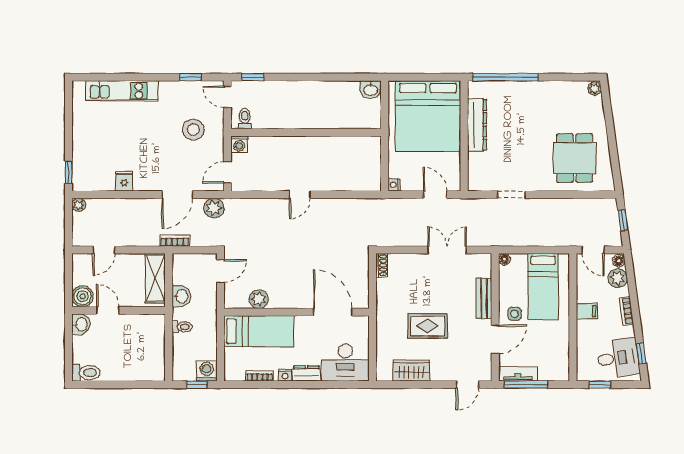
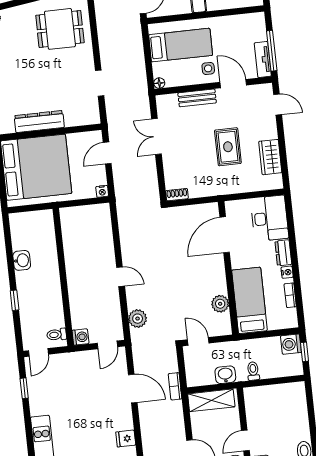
window: (253, 77) -> (15, 300), moved
washbasin: (371, 90) -> (22, 260), moved
stool: (193, 130) -> (72, 380), removed
door: (227, 172) -> (107, 345), hinge flipped
plant: (214, 208) -> (138, 319), moved

